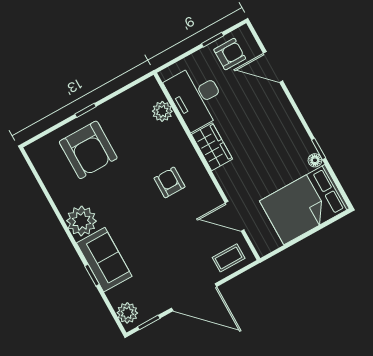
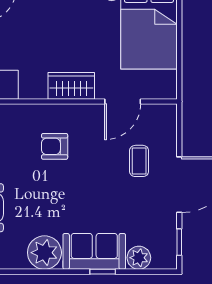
wardrobe: (212, 147) -> (71, 86), moved
coffee table: (229, 258) -> (139, 161), moved
plant: (127, 313) -> (139, 258), moved

